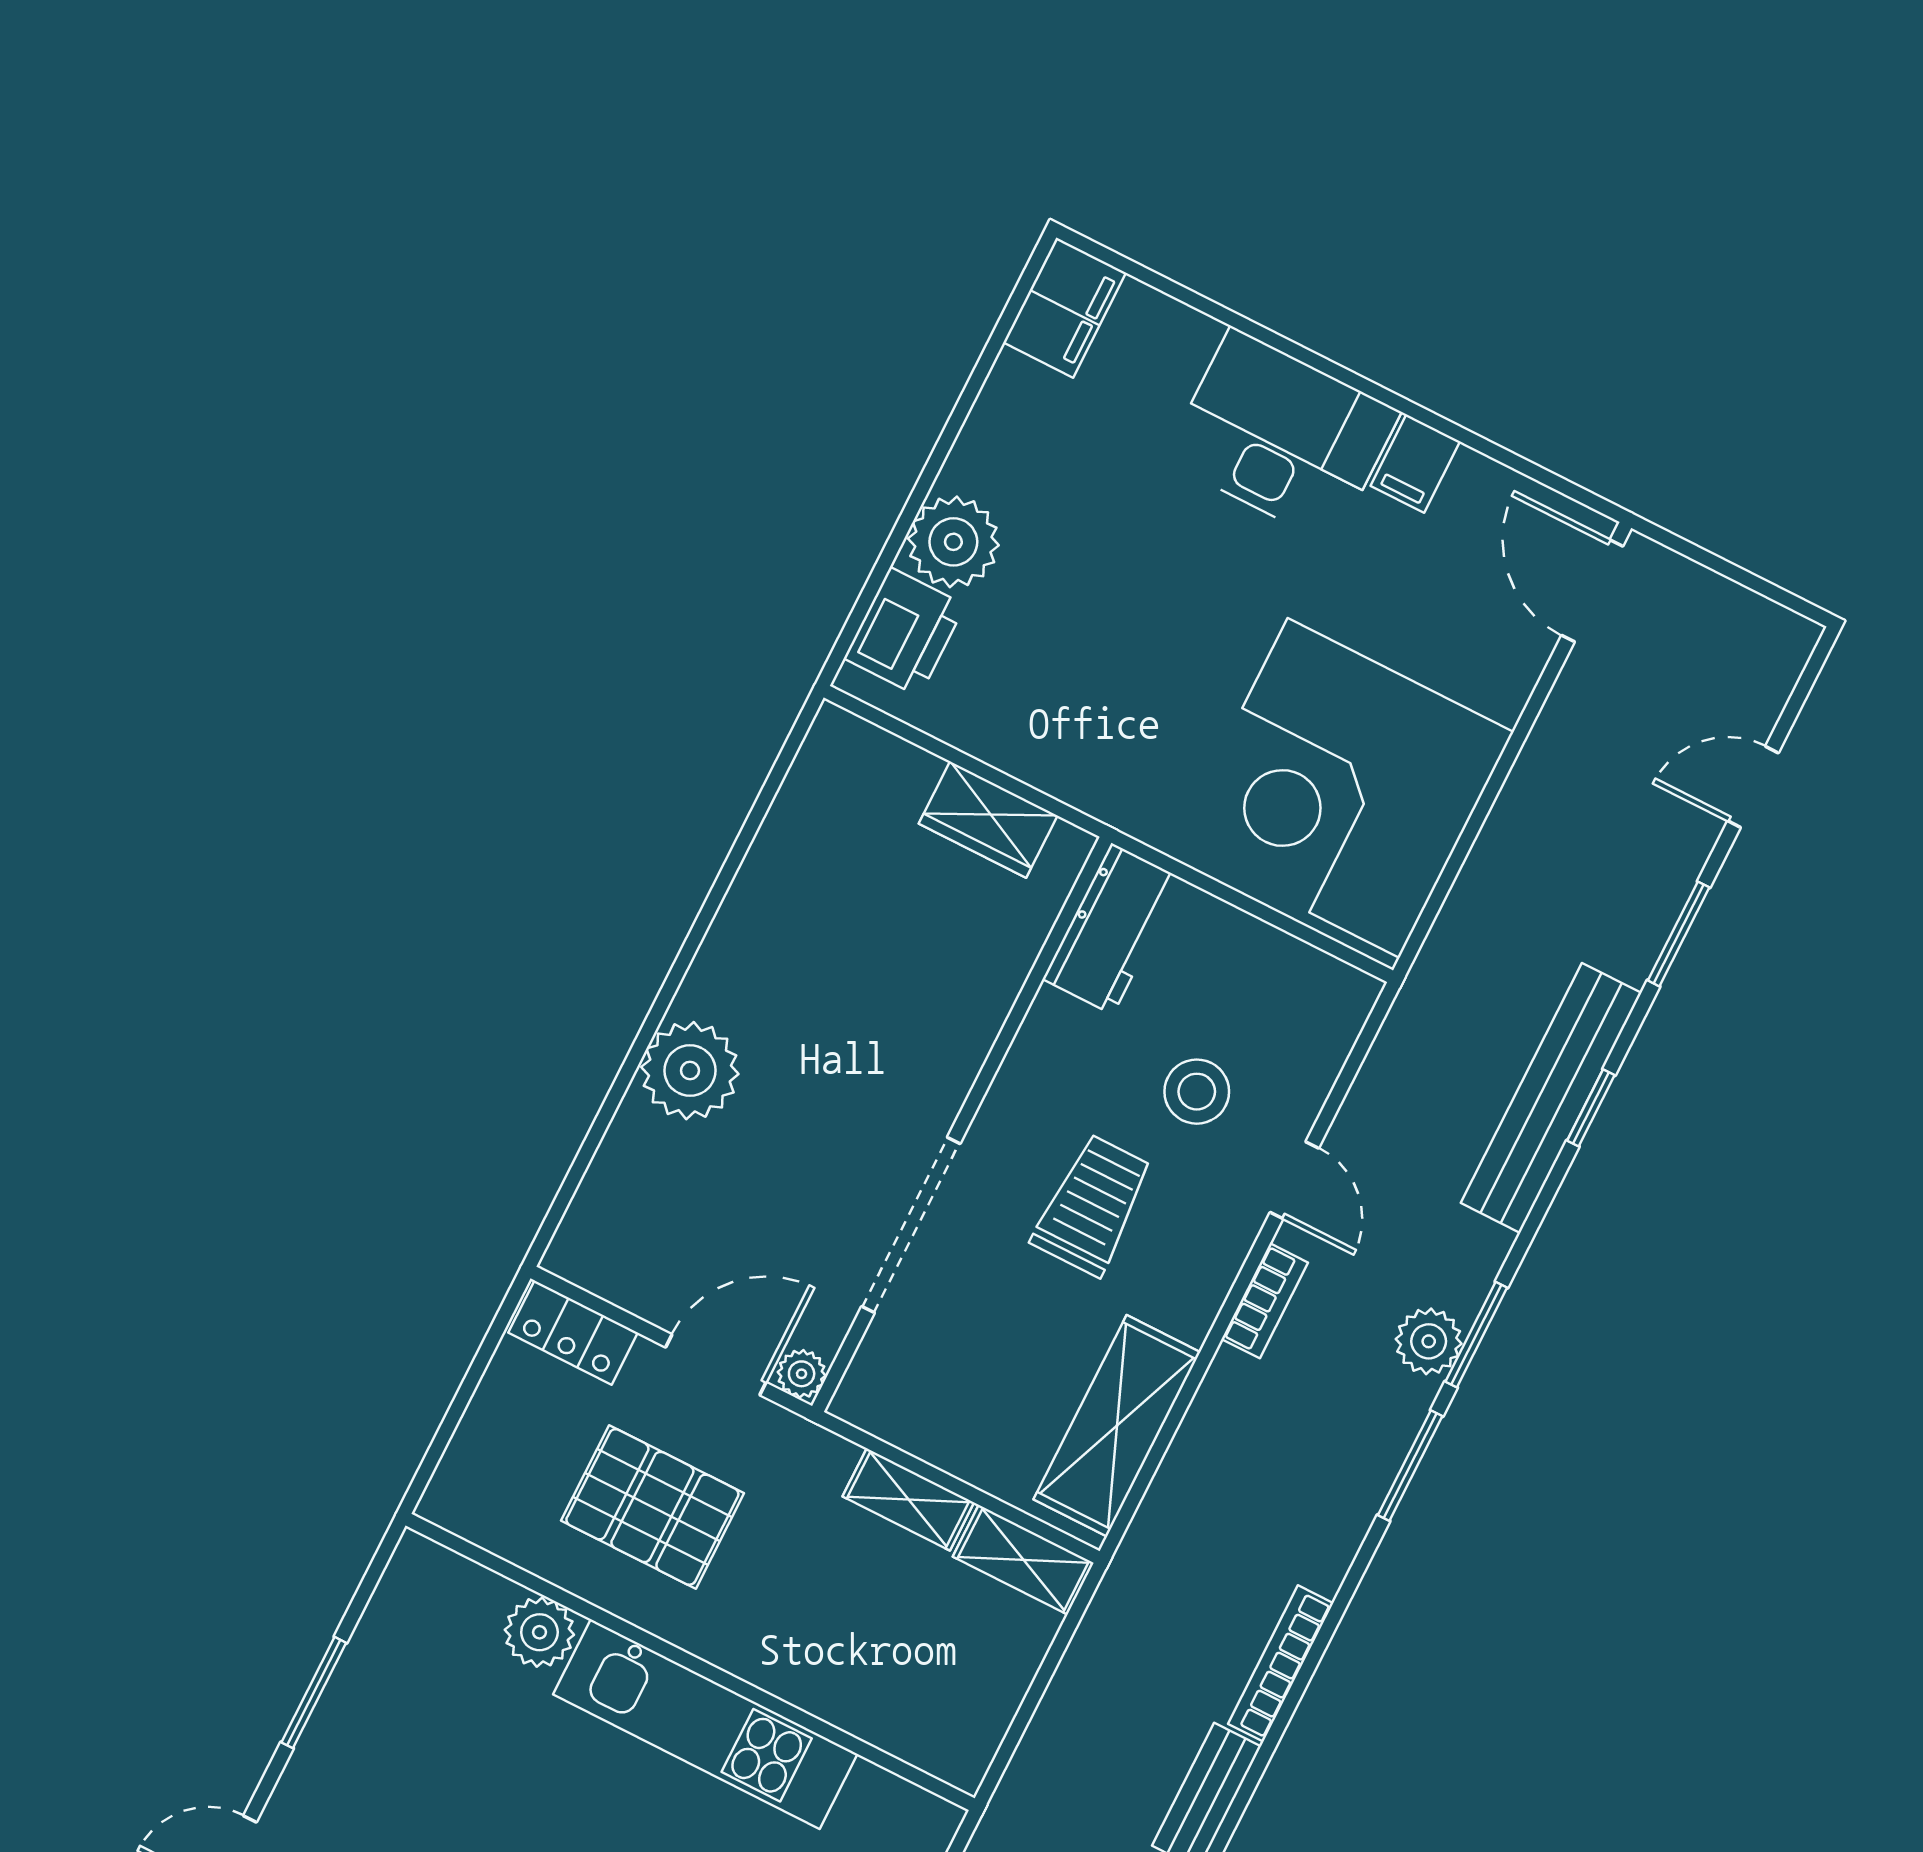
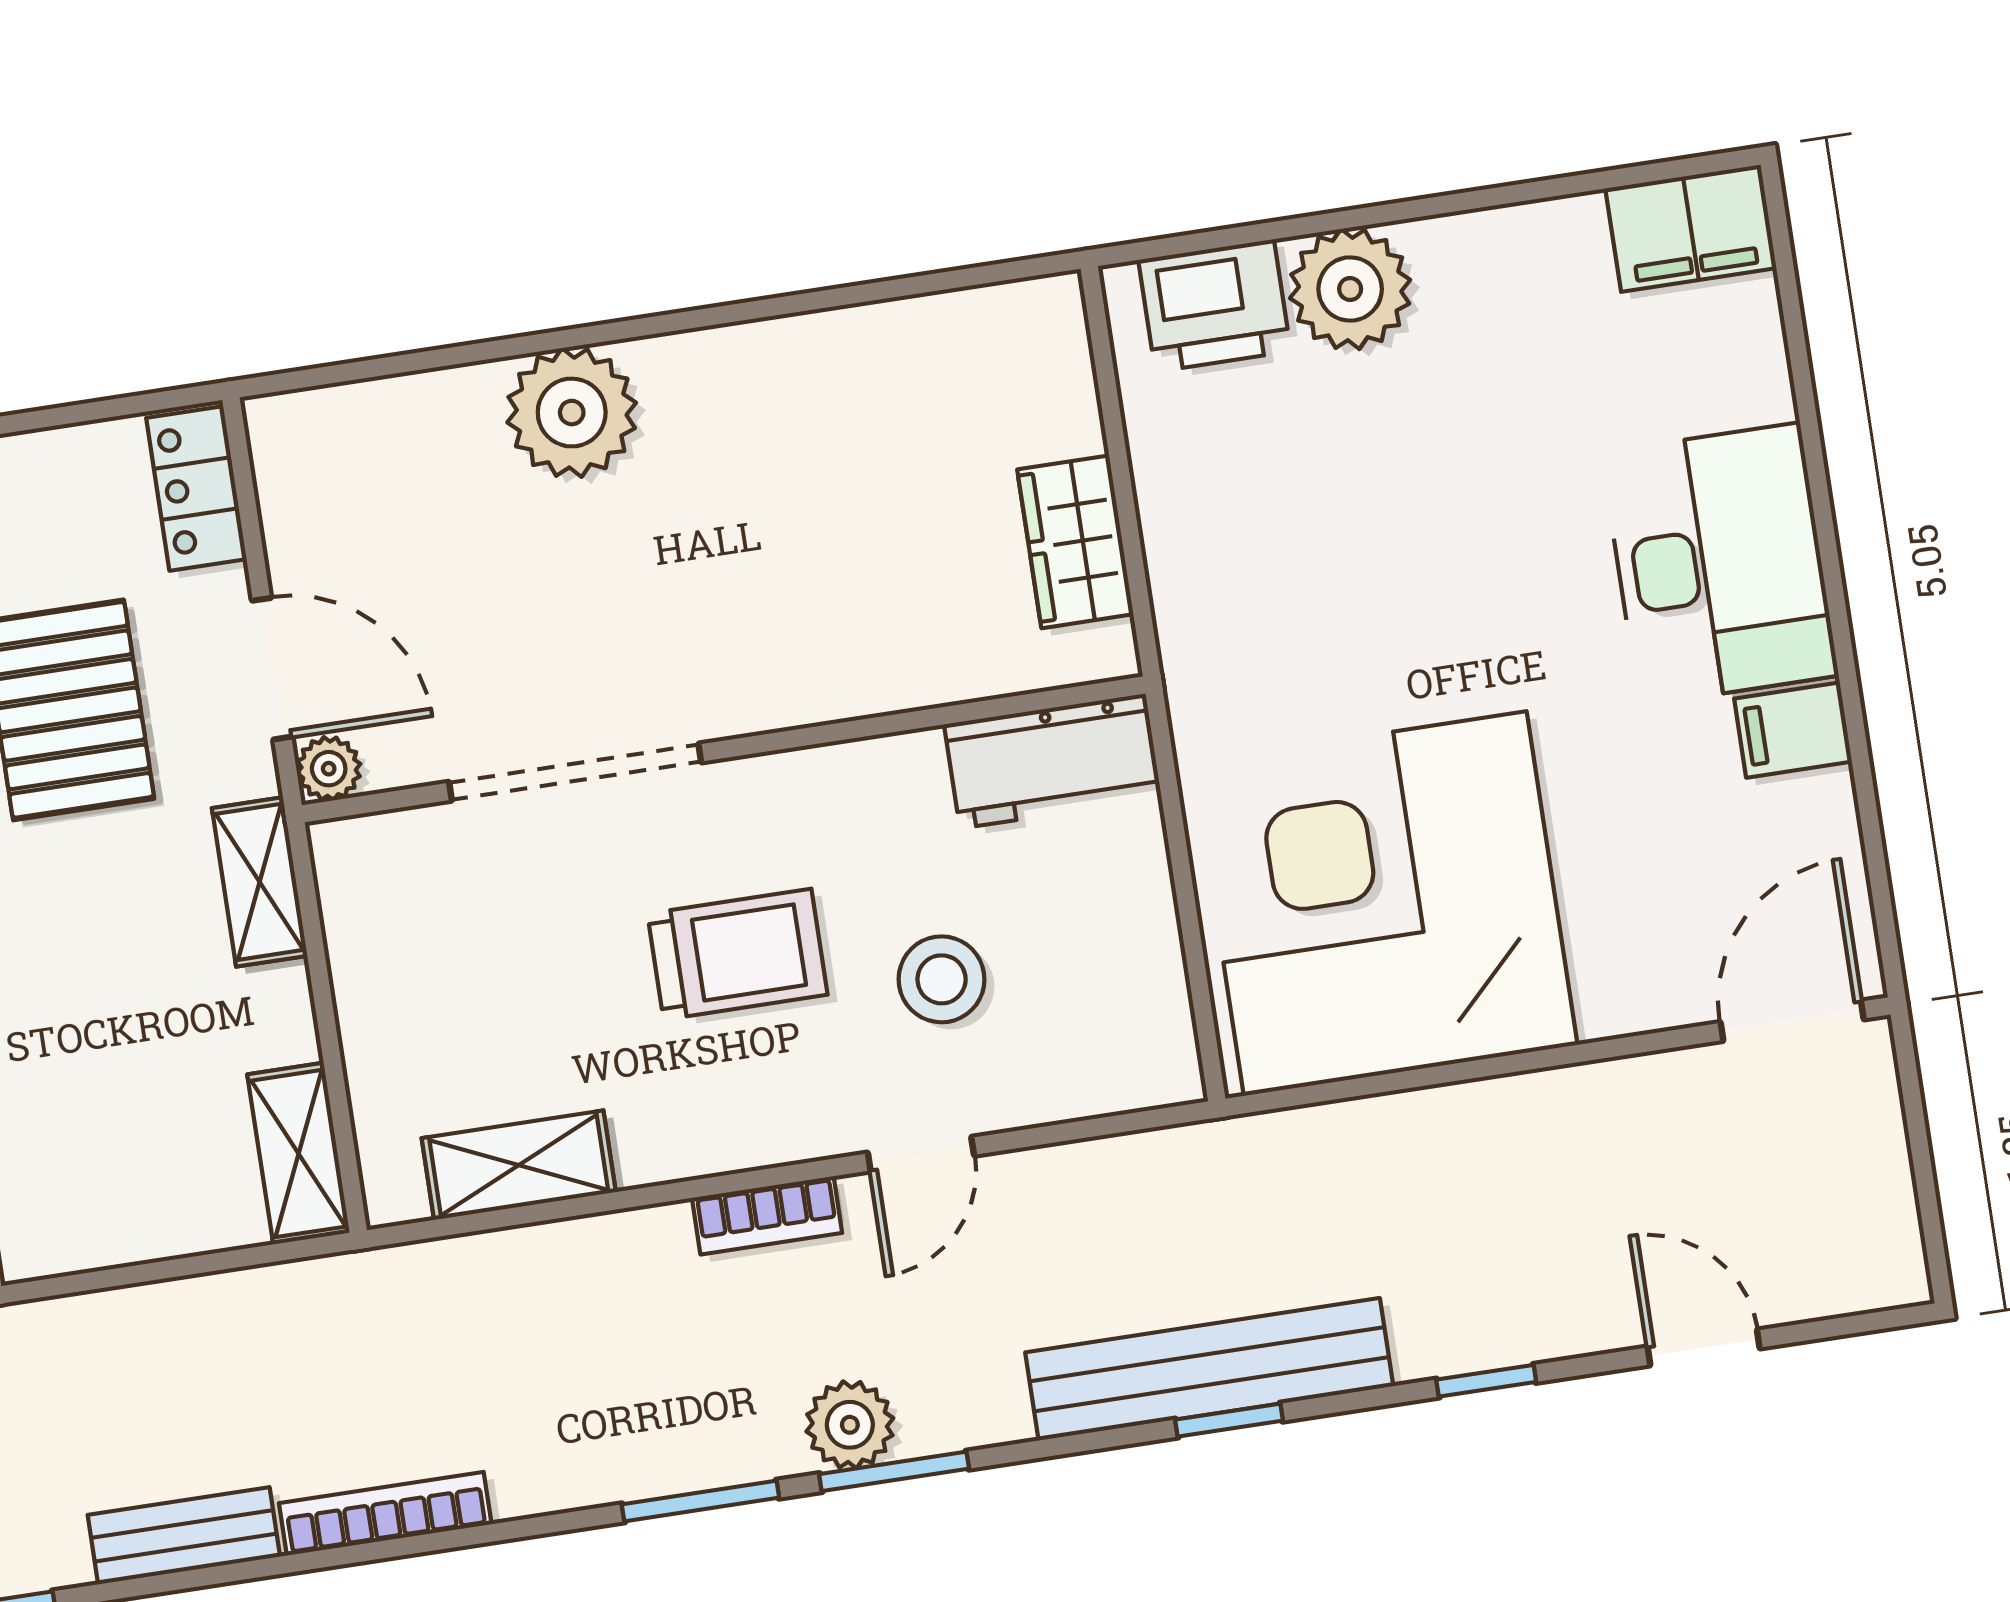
window: (1679, 934) -> (1486, 1381), width x0.67
shelving: (1117, 1426) -> (519, 1165), width x0.67, depth x0.75
shelving: (908, 1499) -> (260, 882), moved

